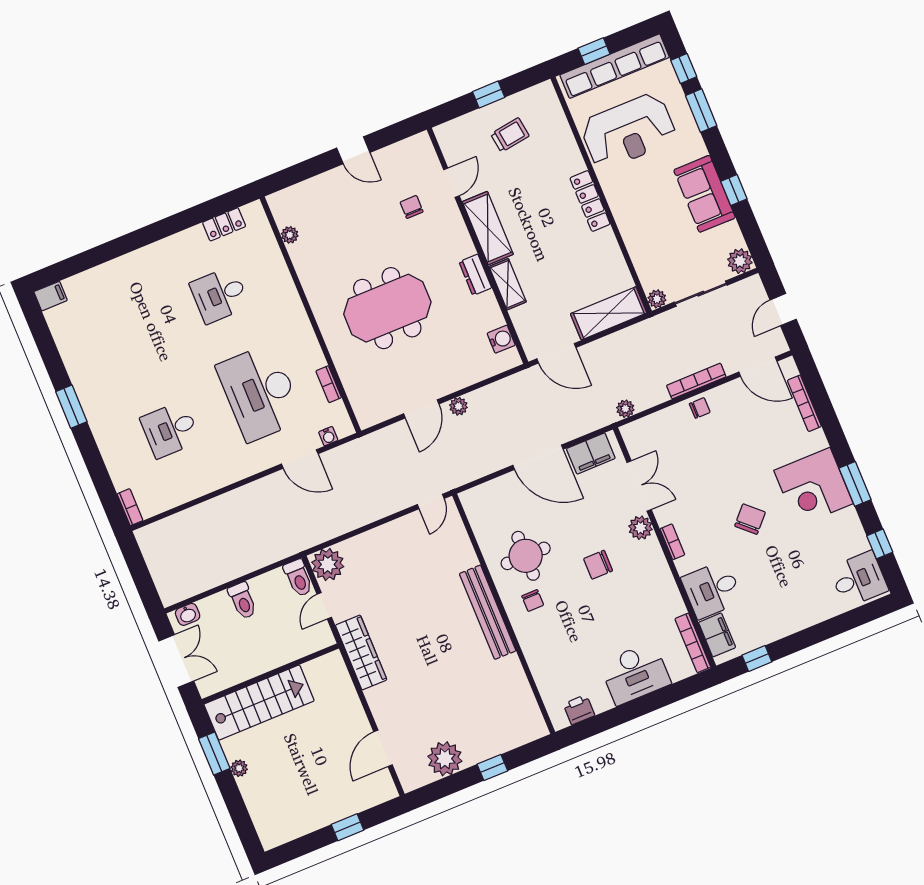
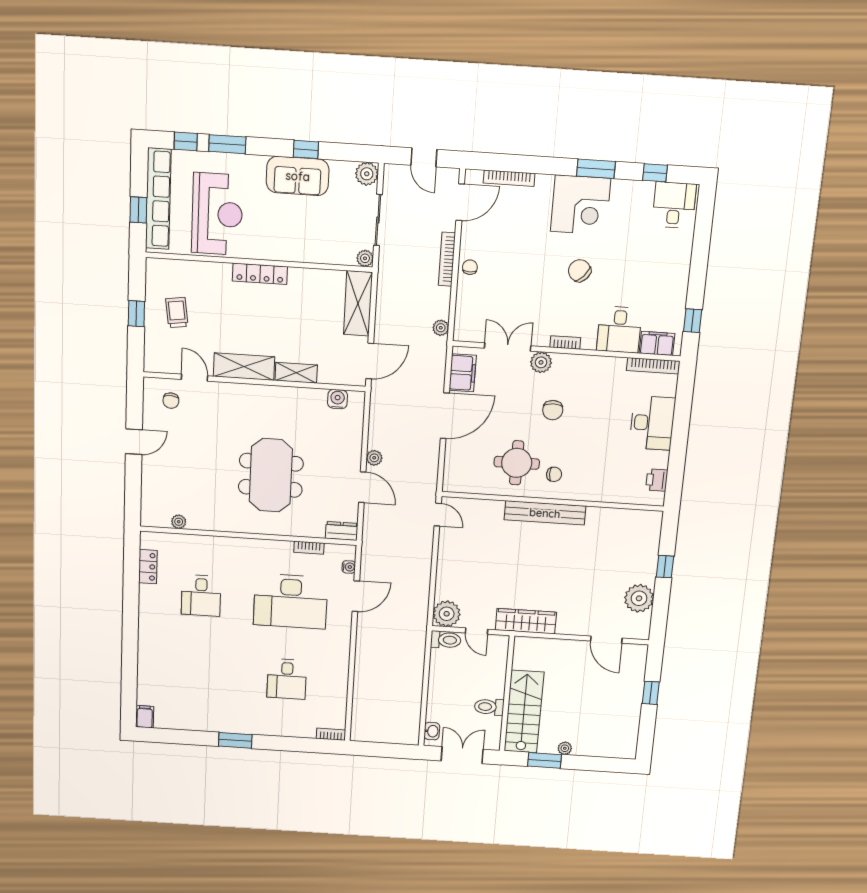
chair: (412, 207) -> (171, 401), moved, turned -87
dresser: (475, 275) -> (342, 531), moved, turned 180
toilet: (243, 601) -> (489, 707), moved, turned 180

